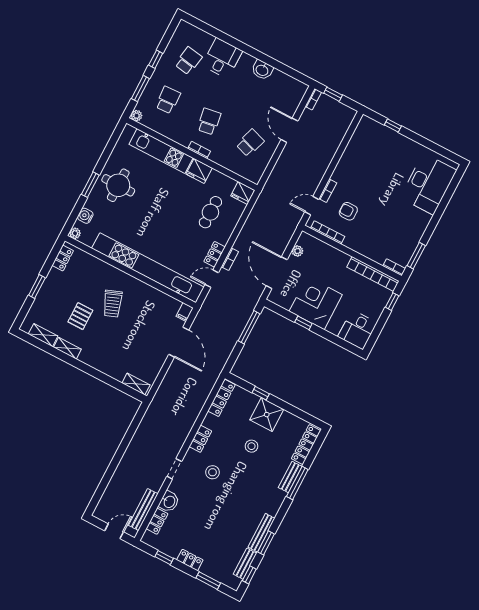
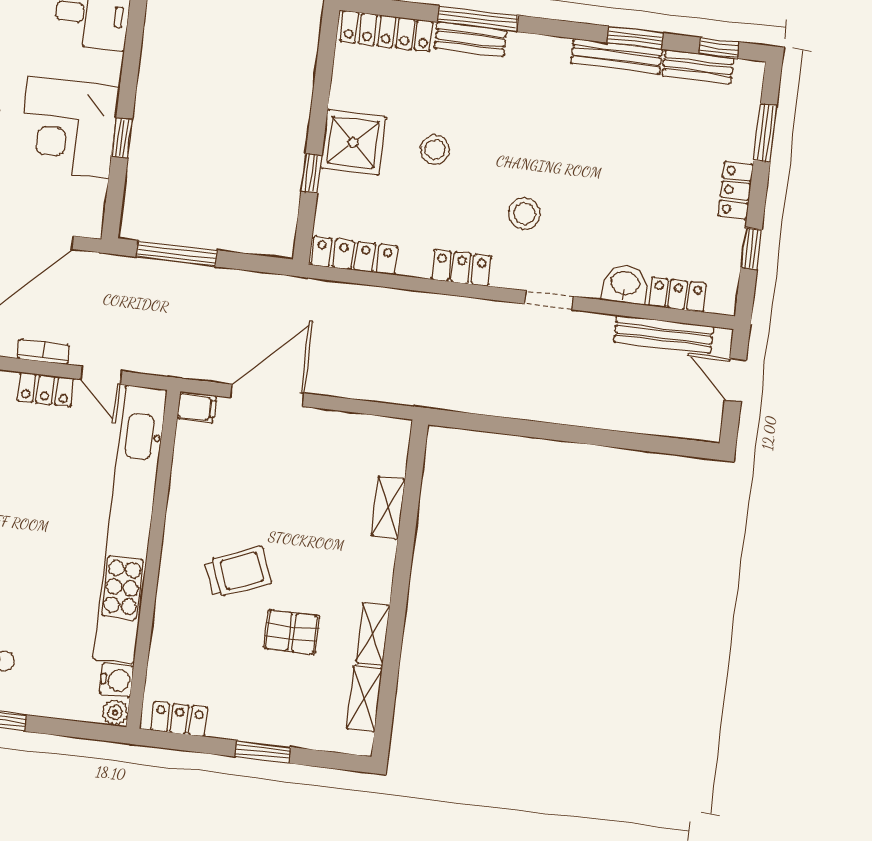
water cooler: (85, 216) -> (117, 680), moved, turned -90
shelving: (136, 384) -> (388, 507), moved

